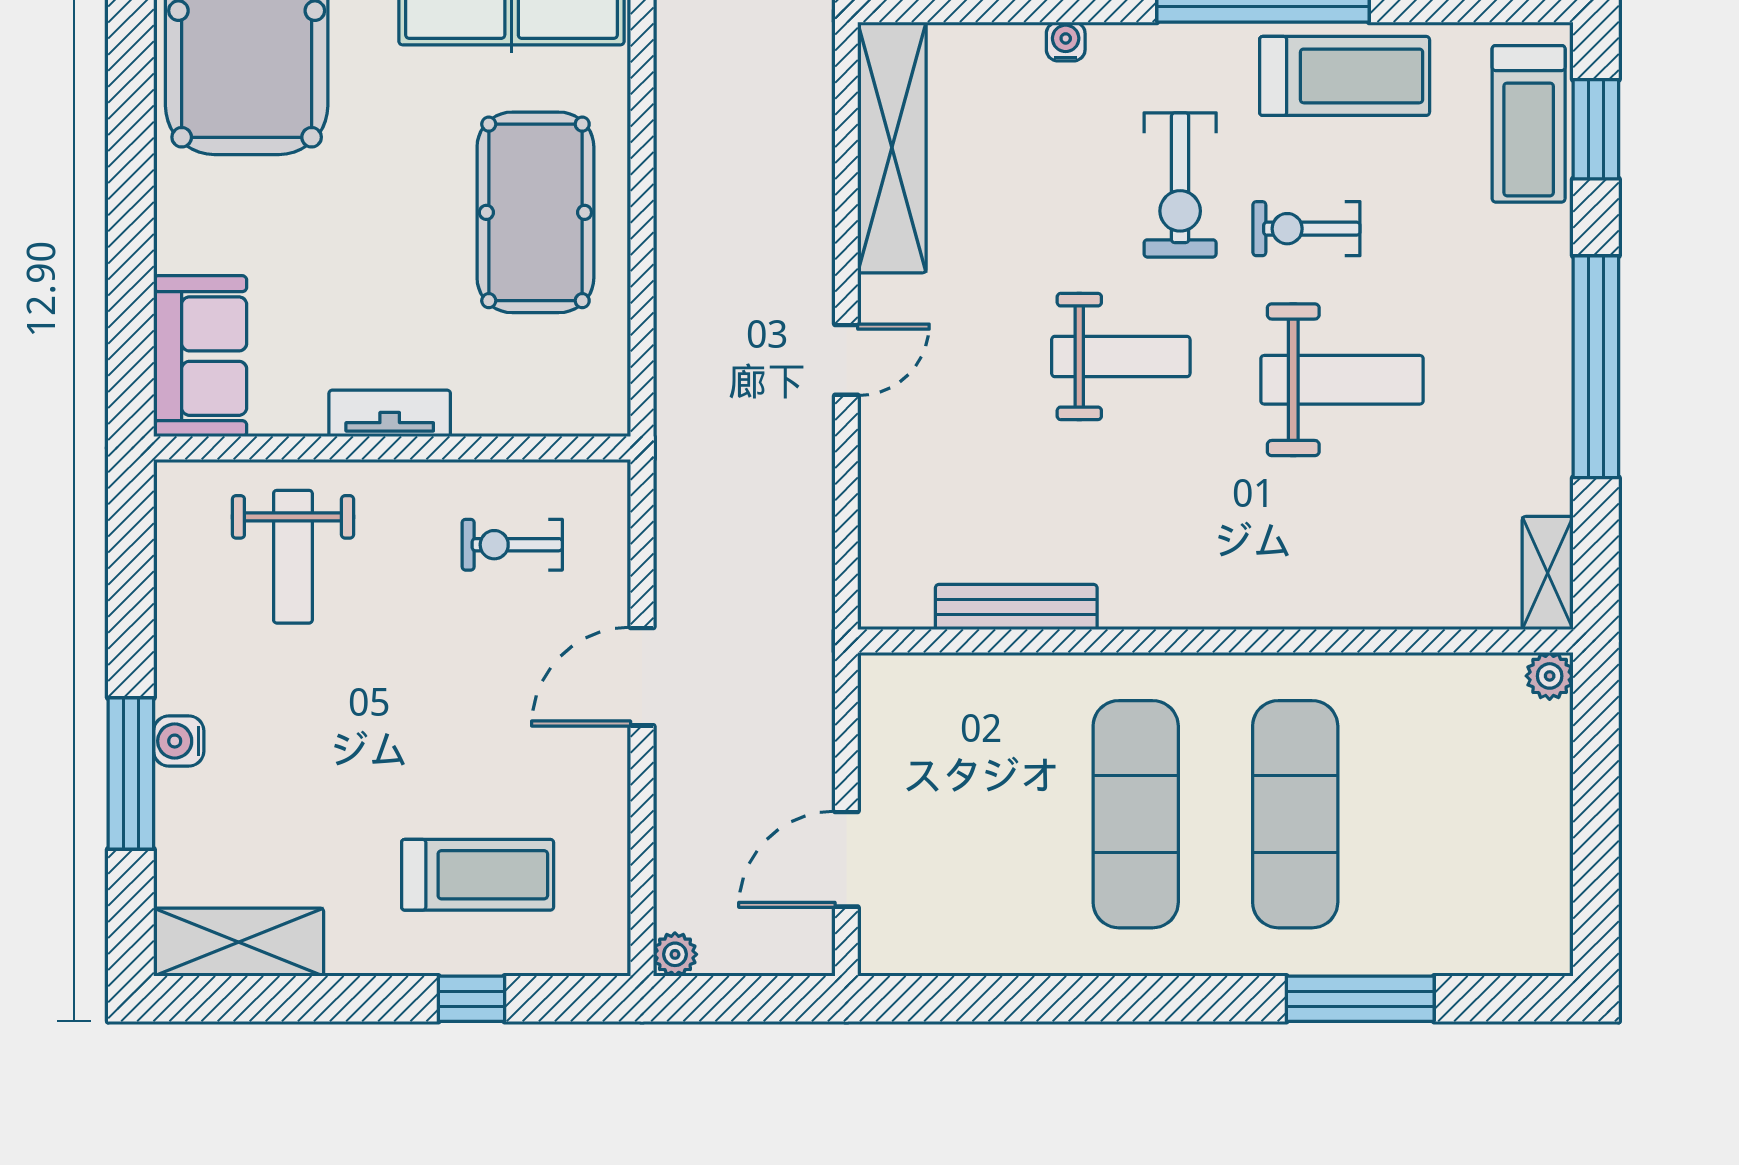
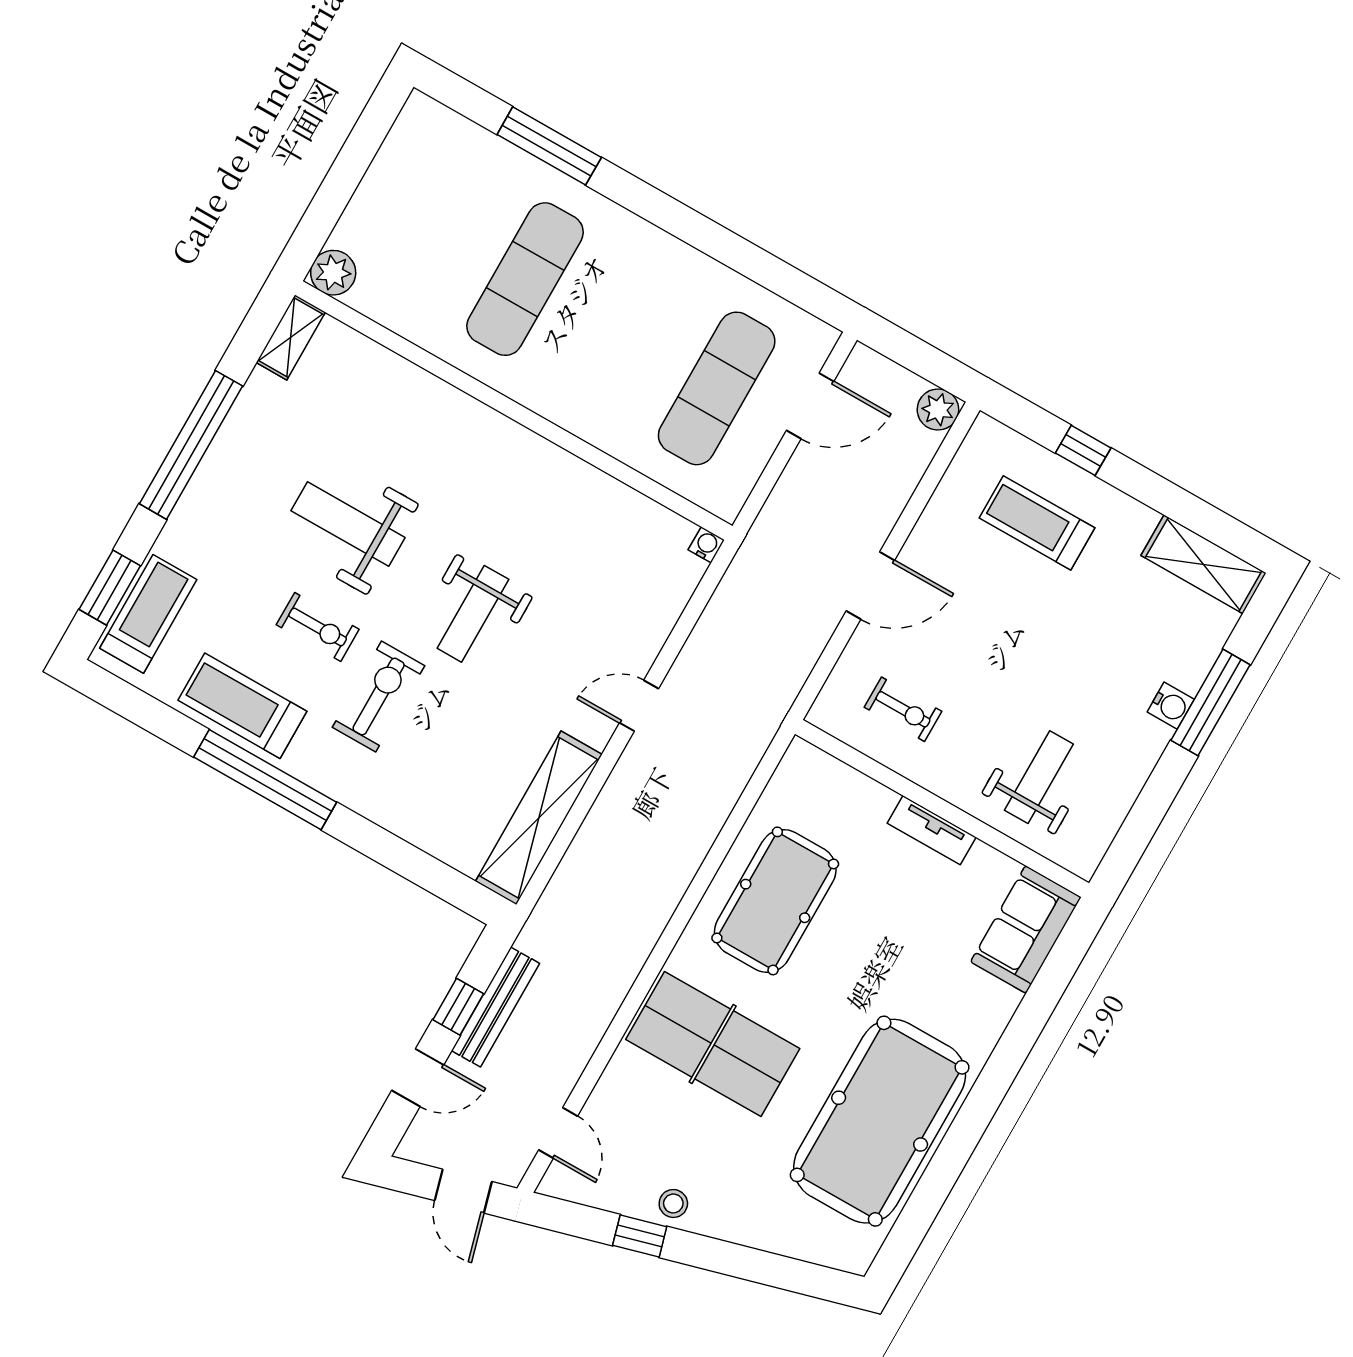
water cooler: (1066, 42) -> (706, 545), moved, turned 180
weight bench: (1121, 356) -> (473, 614), turned -90
bench: (1016, 607) -> (622, 499), removed
plant: (1550, 676) -> (333, 273), width x1.38, depth x1.38
exercise mat: (1136, 814) -> (717, 388), moved
plant: (675, 954) -> (938, 410), width x1.38, depth x1.38

